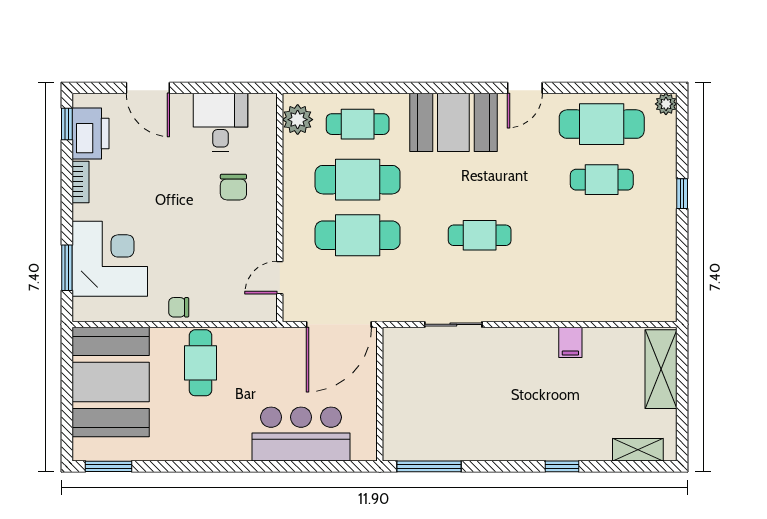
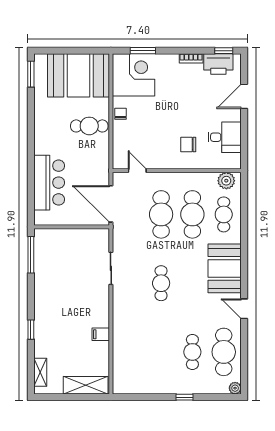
corner desk: (110, 259) -> (133, 75), moved, turned -90

